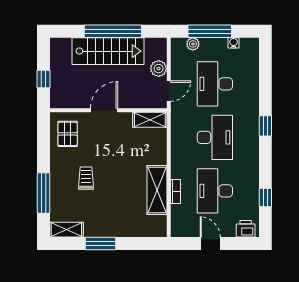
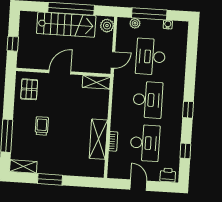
plant: (159, 69) -> (107, 26), moved
window: (265, 126) -> (188, 110), moved
desk: (215, 191) -> (145, 143), turned 180

